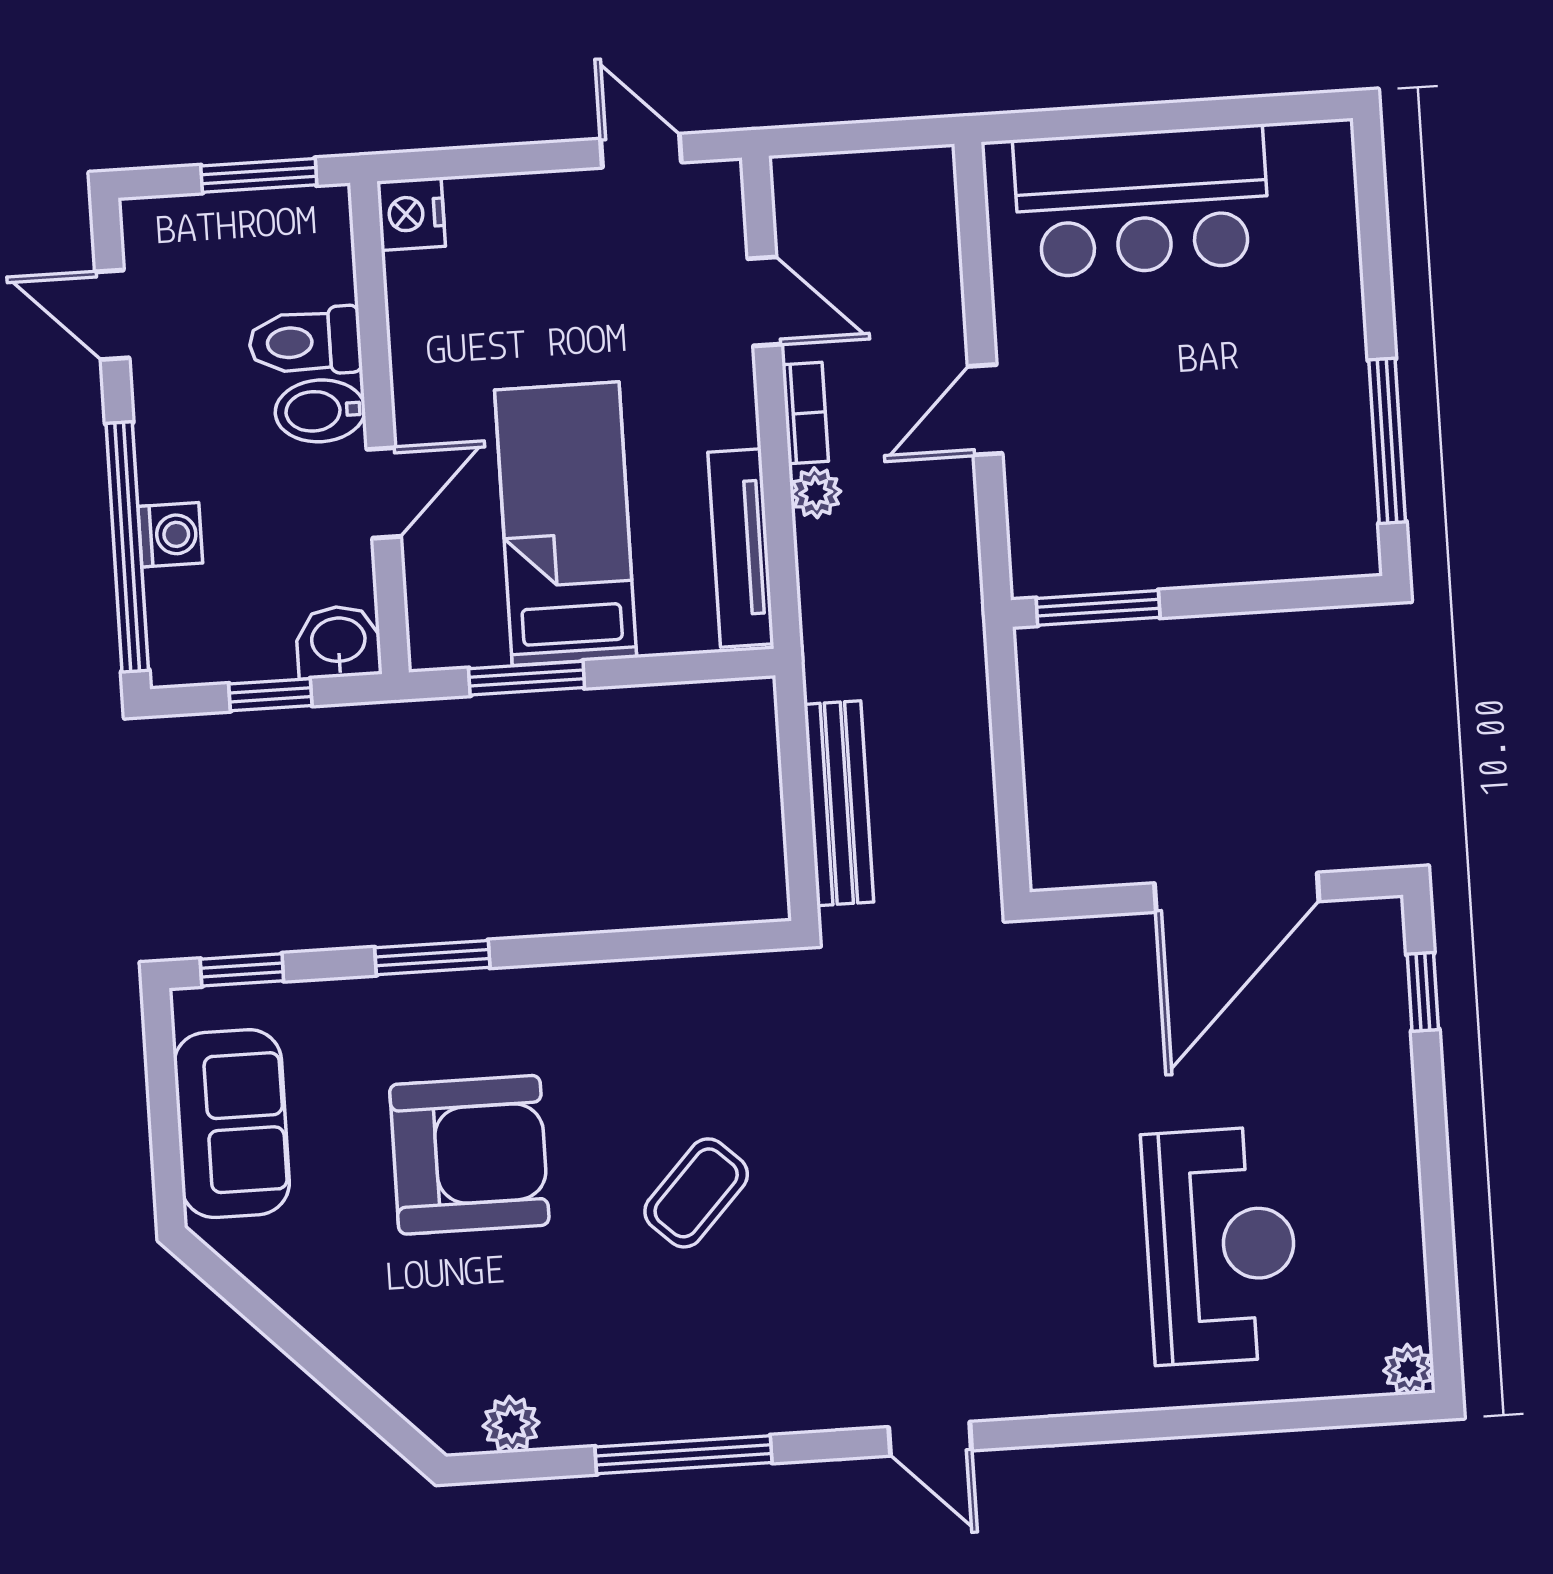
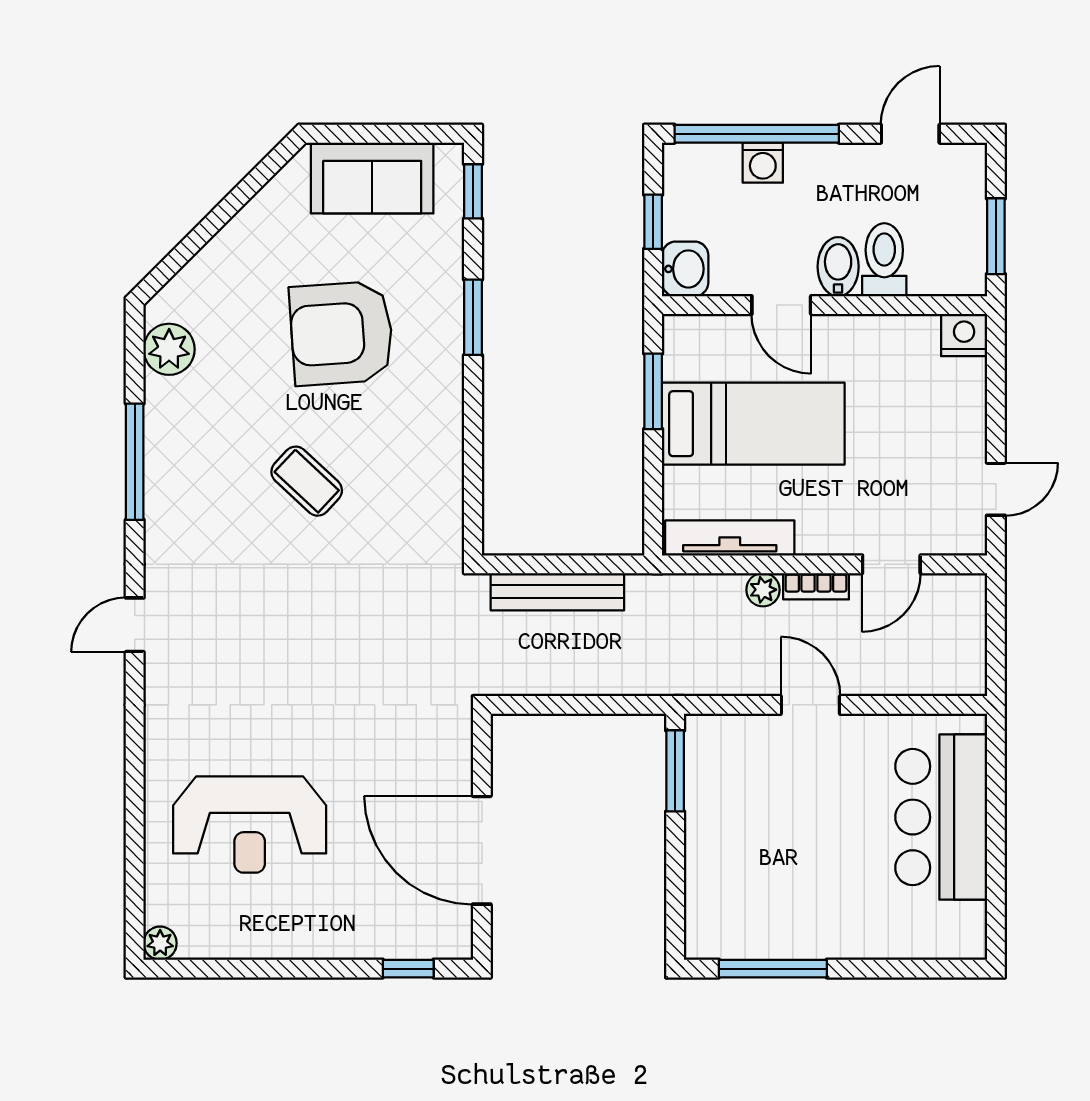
armchair: (469, 1155) -> (341, 333), turned 86
plant: (511, 1424) -> (169, 349), width x1.38, depth x1.38

